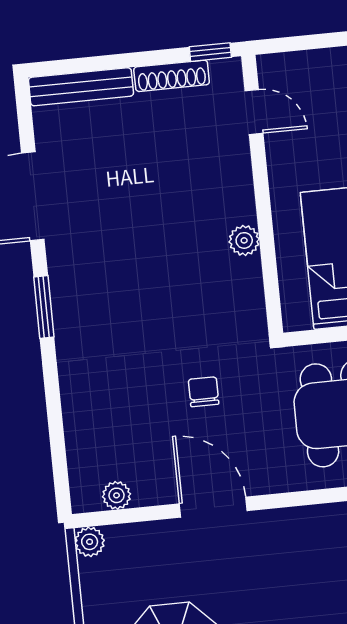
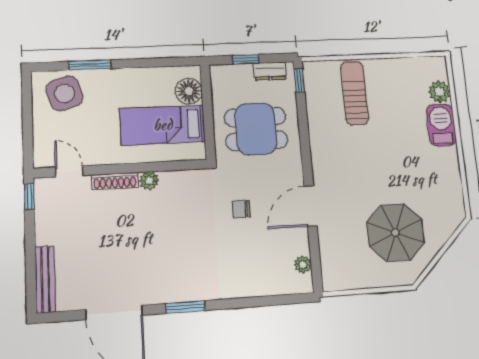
shoe rack: (172, 76) -> (115, 181), moved, turned 90
door: (254, 112) -> (69, 171), hinge flipped
plant: (90, 542) -> (331, 282), removed

